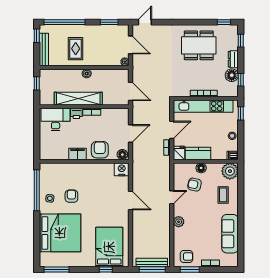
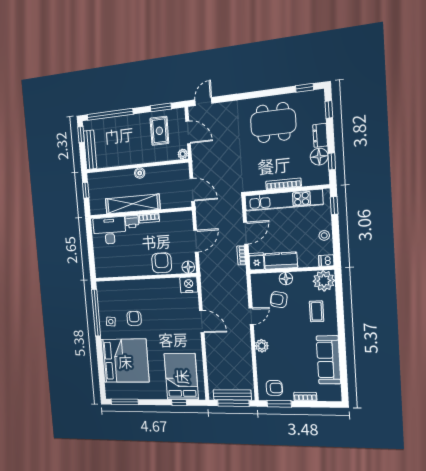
rug: (76, 49) -> (159, 131), moved
filing cabinet: (77, 154) -> (137, 269), removed

